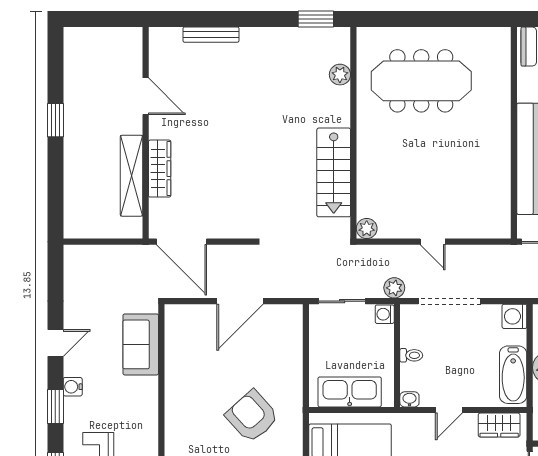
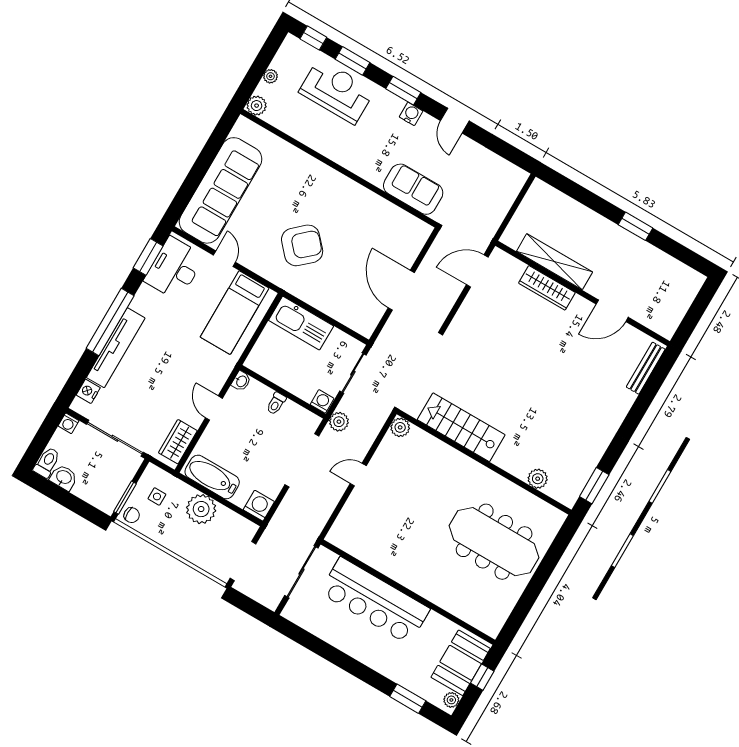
bench: (211, 35) -> (646, 368), moved
meeting table: (421, 81) -> (494, 542), turned 90
door: (181, 242) -> (477, 271), width x0.73
kitchen sink: (350, 392) -> (301, 323), moved, turned 90

